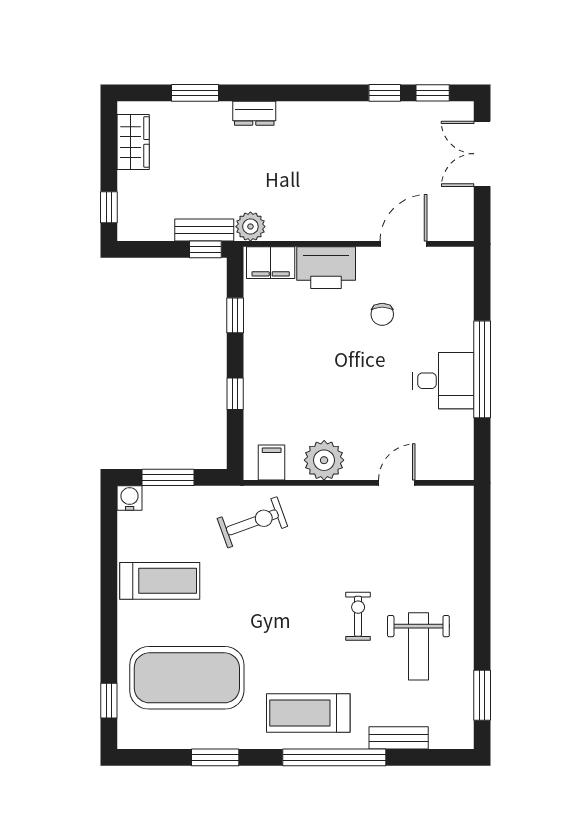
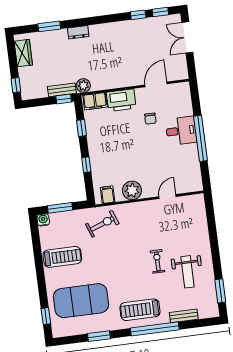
desk: (443, 381) -> (181, 131), moved

